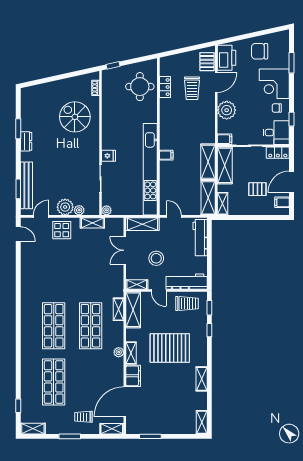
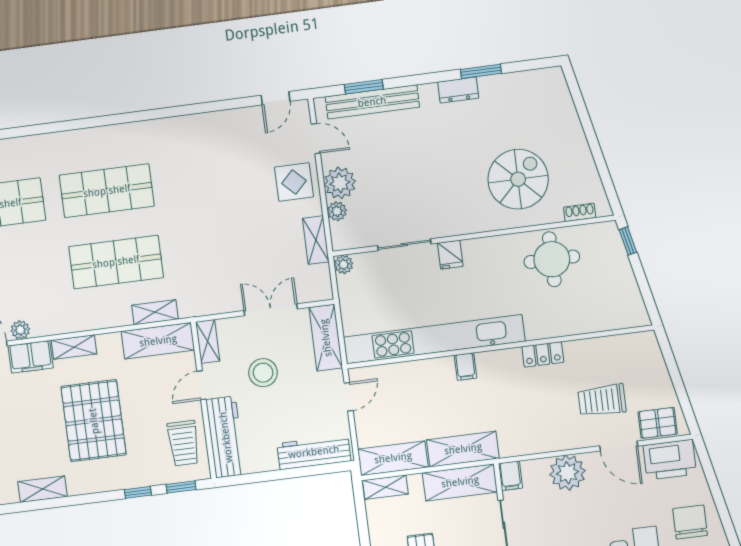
round table: (140, 87) -> (552, 259), moved
locker: (165, 87) -> (543, 354), moved
plant: (119, 352) -> (20, 330), moved

